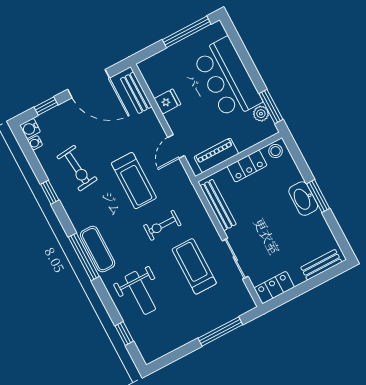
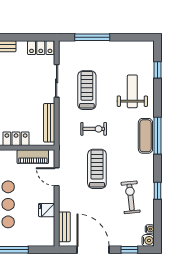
door: (176, 147) -> (57, 177), swing flipped
treadmill: (194, 266) -> (87, 90), turned 180

